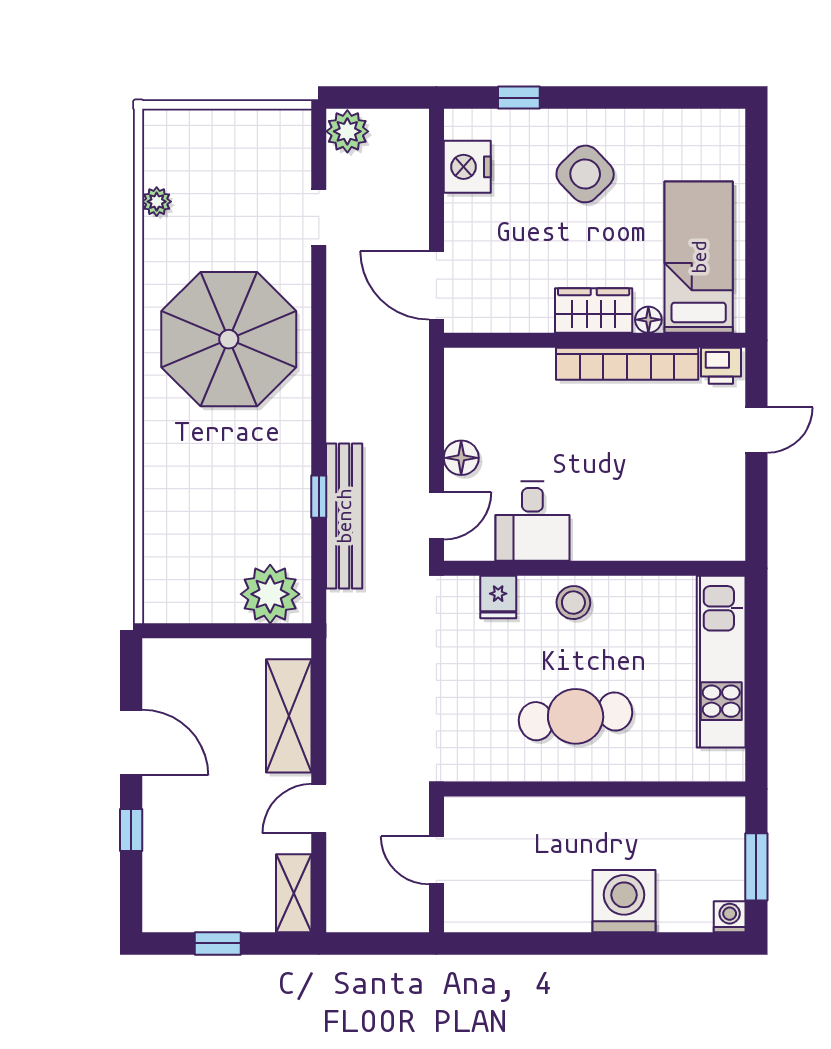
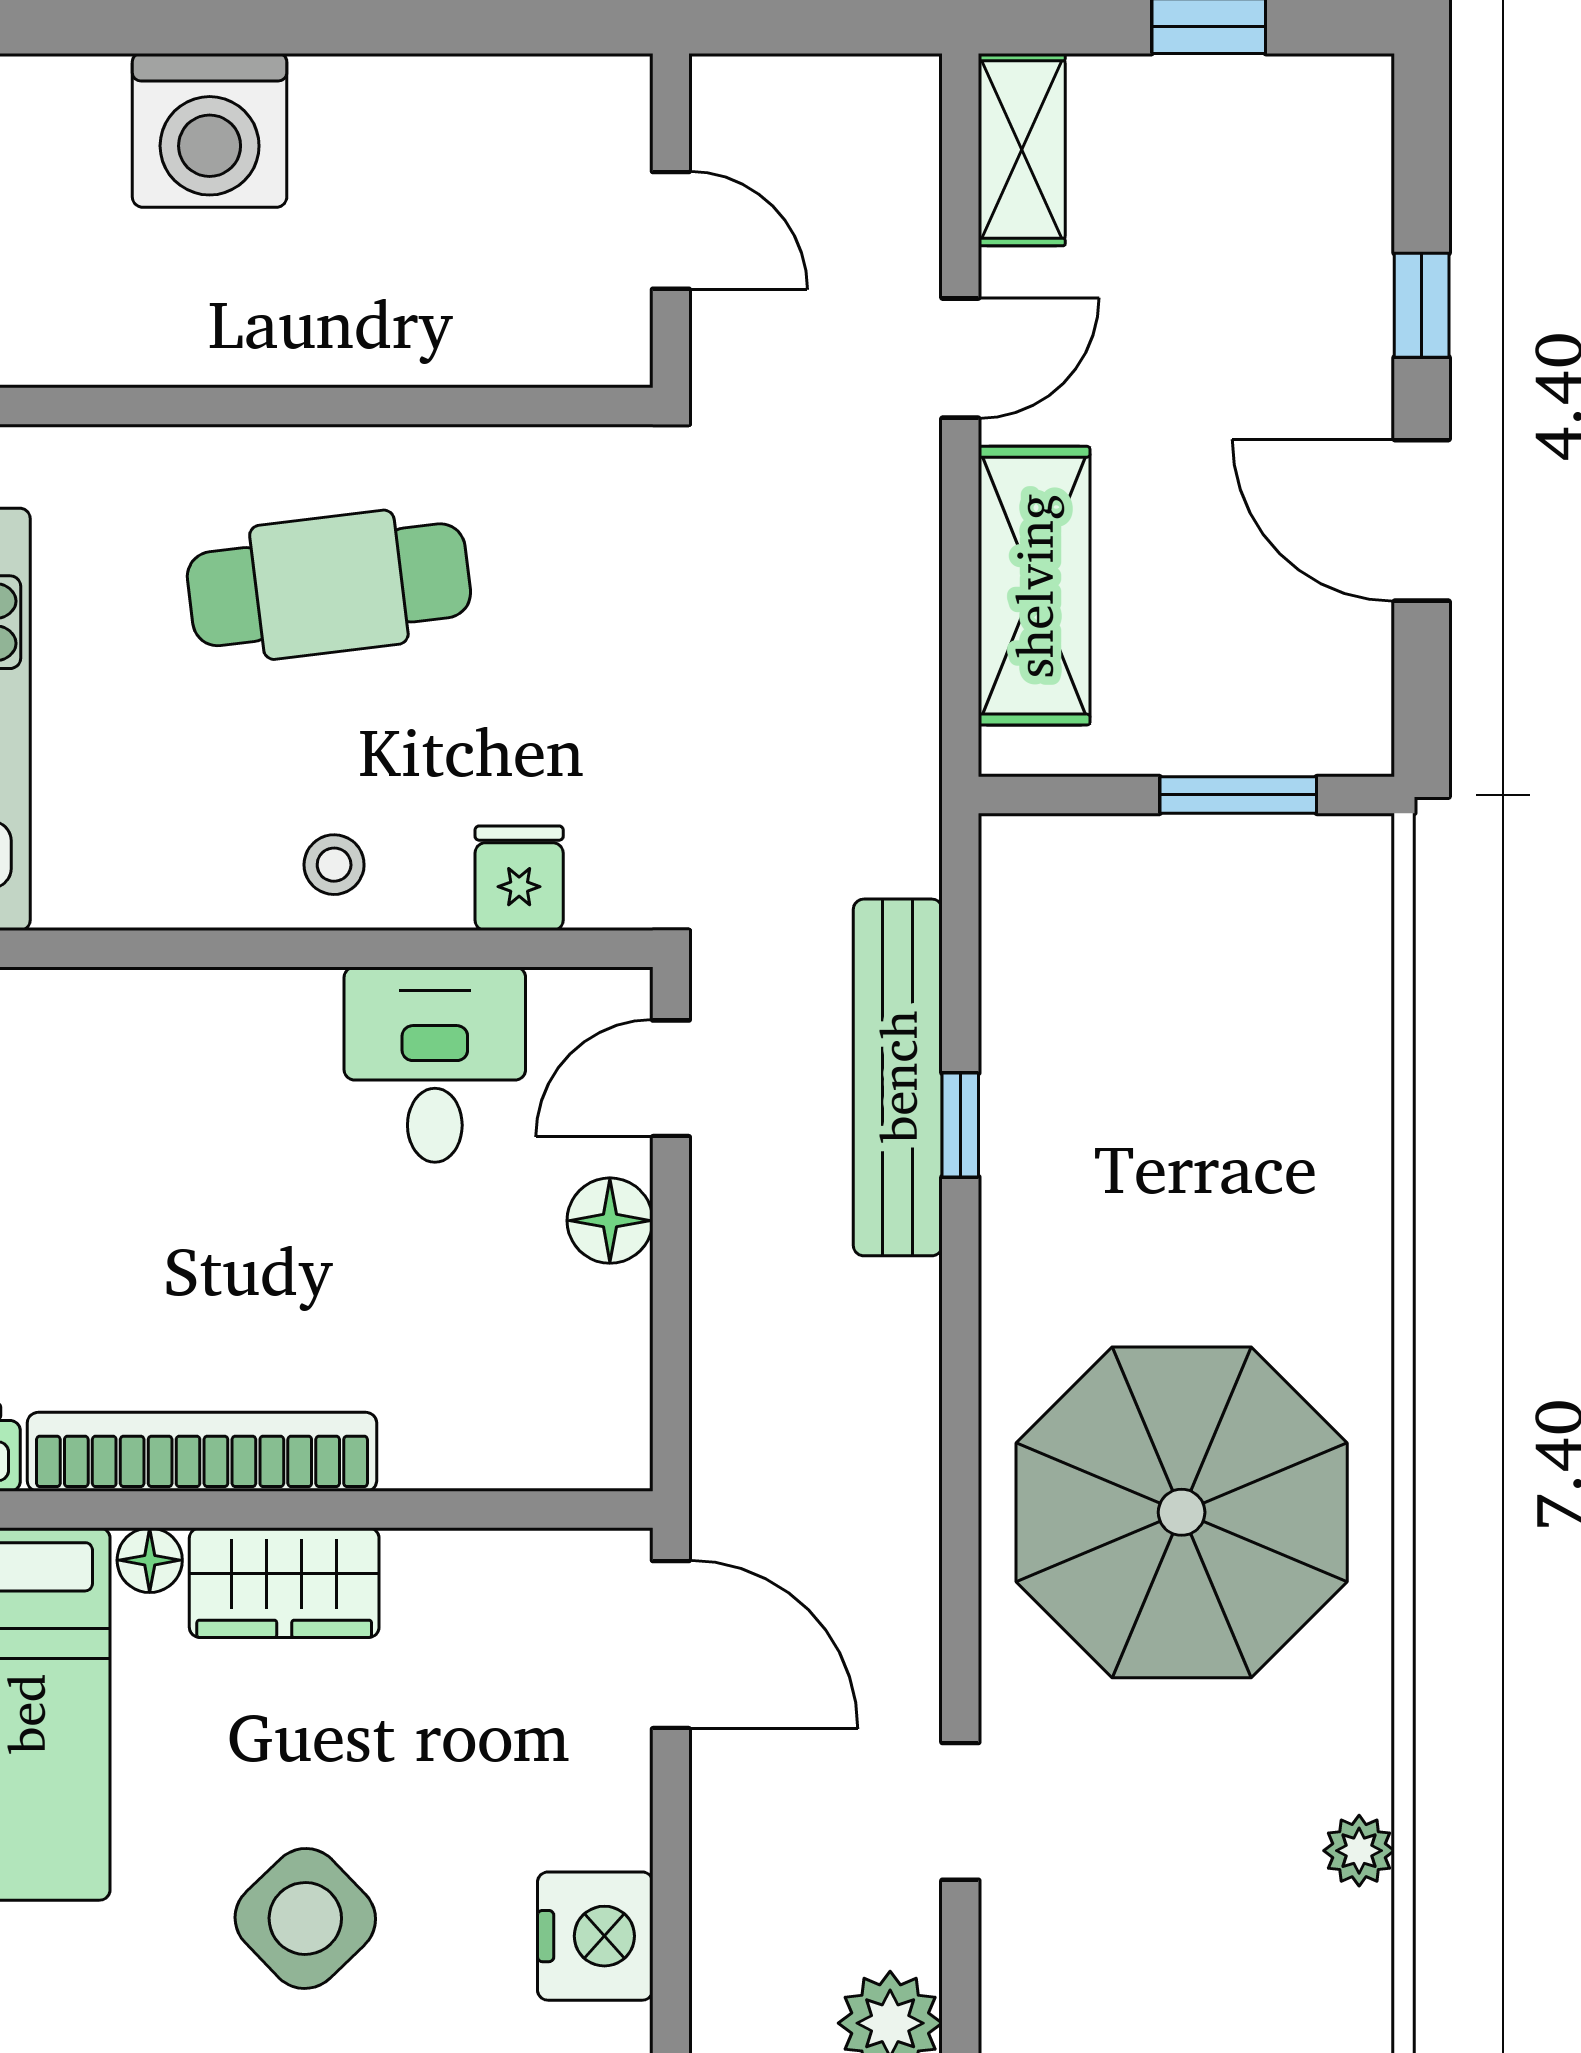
plant: (270, 594) -> (1080, 886), removed
stool: (573, 603) -> (334, 865), width x0.73, depth x0.73
window: (206, 631) -> (1238, 795), added

